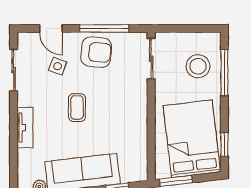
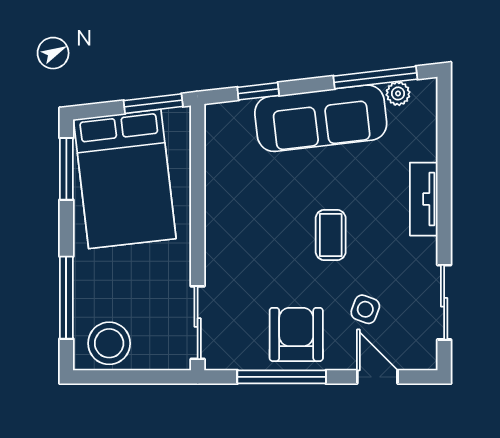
armchair: (96, 52) -> (296, 334), turned 85
stool: (198, 66) -> (109, 343), moved
window: (224, 144) -> (66, 169), width x1.50

